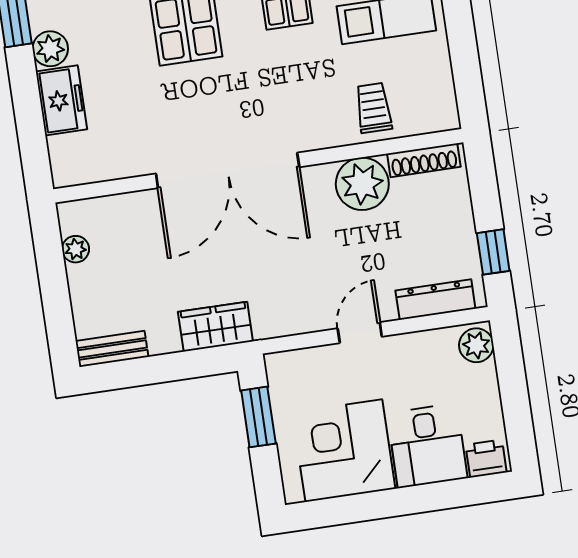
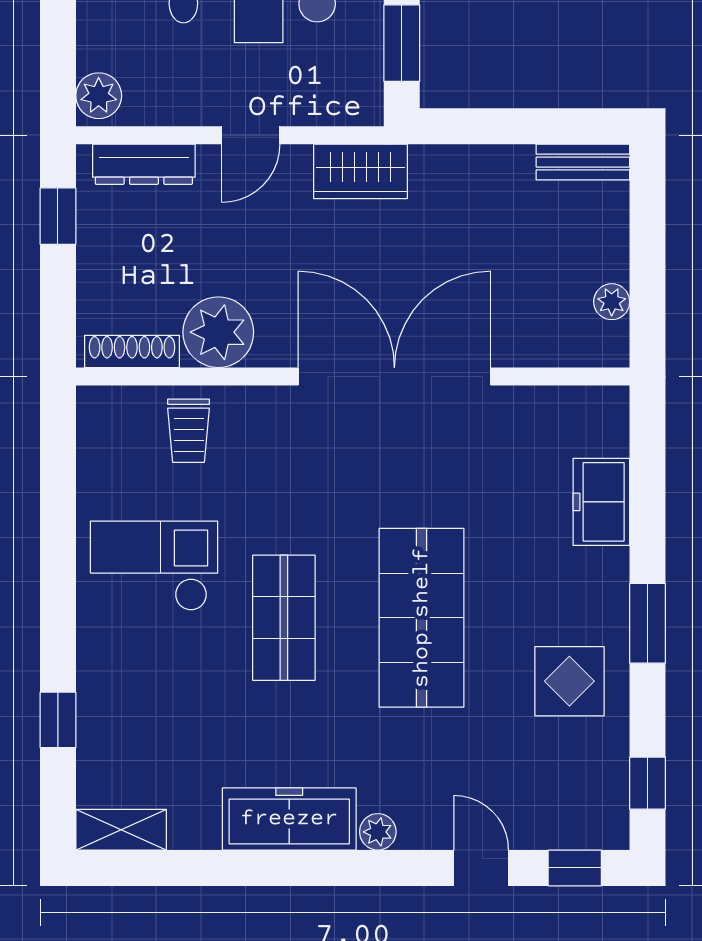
plant: (50, 49) -> (606, 573), removed
wardrobe: (215, 327) -> (360, 171), moved

